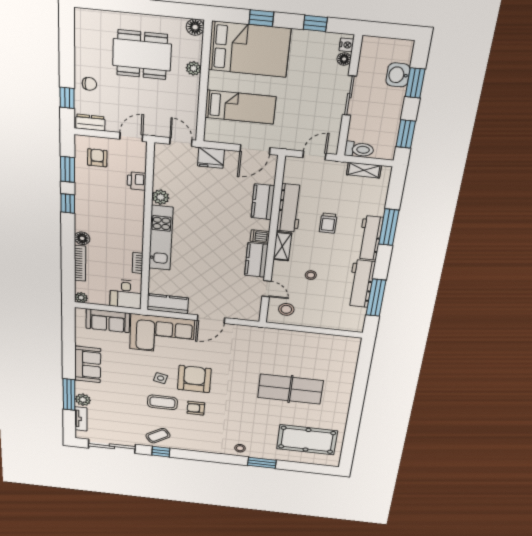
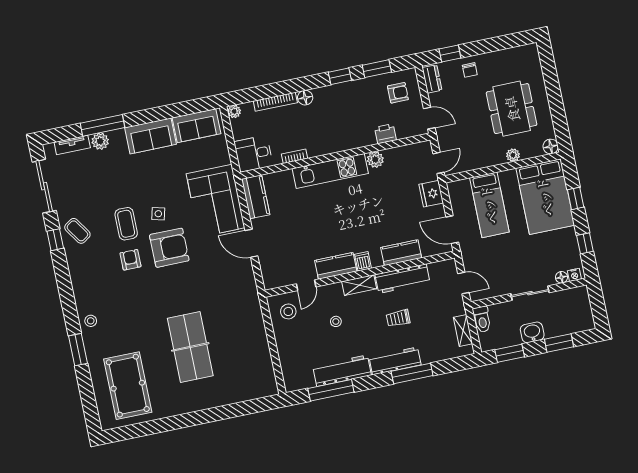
washbasin: (398, 75) -> (532, 332), moved
sofa: (108, 321) -> (196, 126), moved, turned -90

